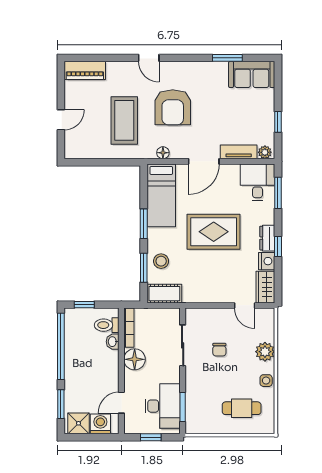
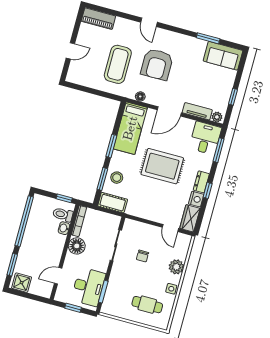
window: (84, 305) -> (64, 198), moved
washing machine: (100, 424) -> (38, 287), removed

